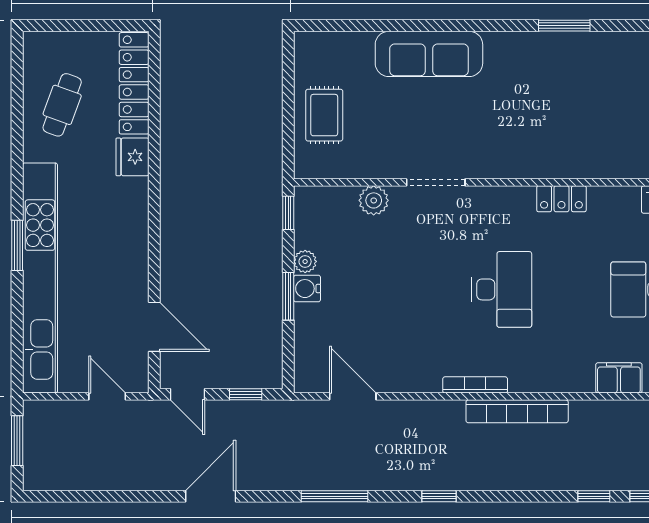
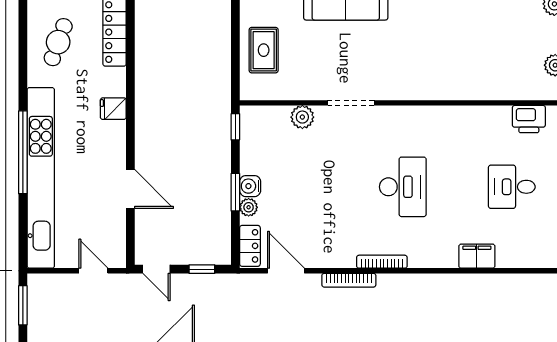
fridge: (132, 157) -> (113, 109), moved, width x0.72
locker: (561, 199) -> (250, 246), moved, turned -90
window: (17, 245) -> (23, 152), width x2.11
plant: (305, 261) -> (249, 207), moved
door: (154, 327) -> (130, 189), moved
filing cabinet: (619, 378) -> (477, 256), moved
bookcase: (517, 411) -> (349, 280), moved, width x0.68, depth x0.76

